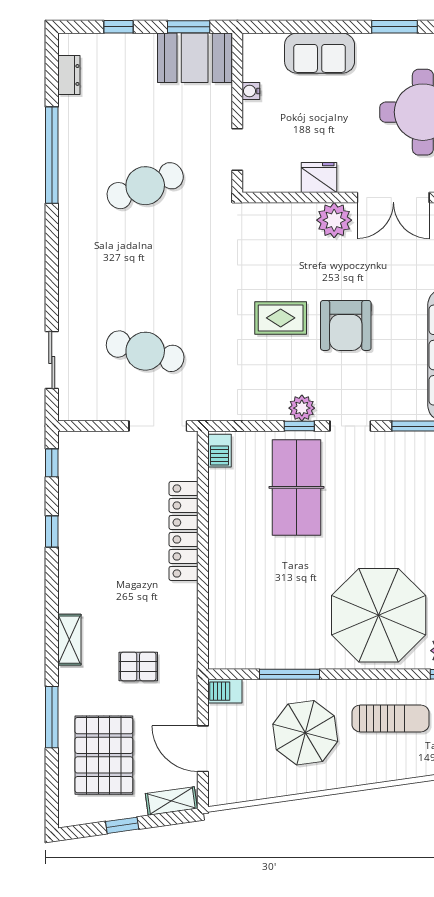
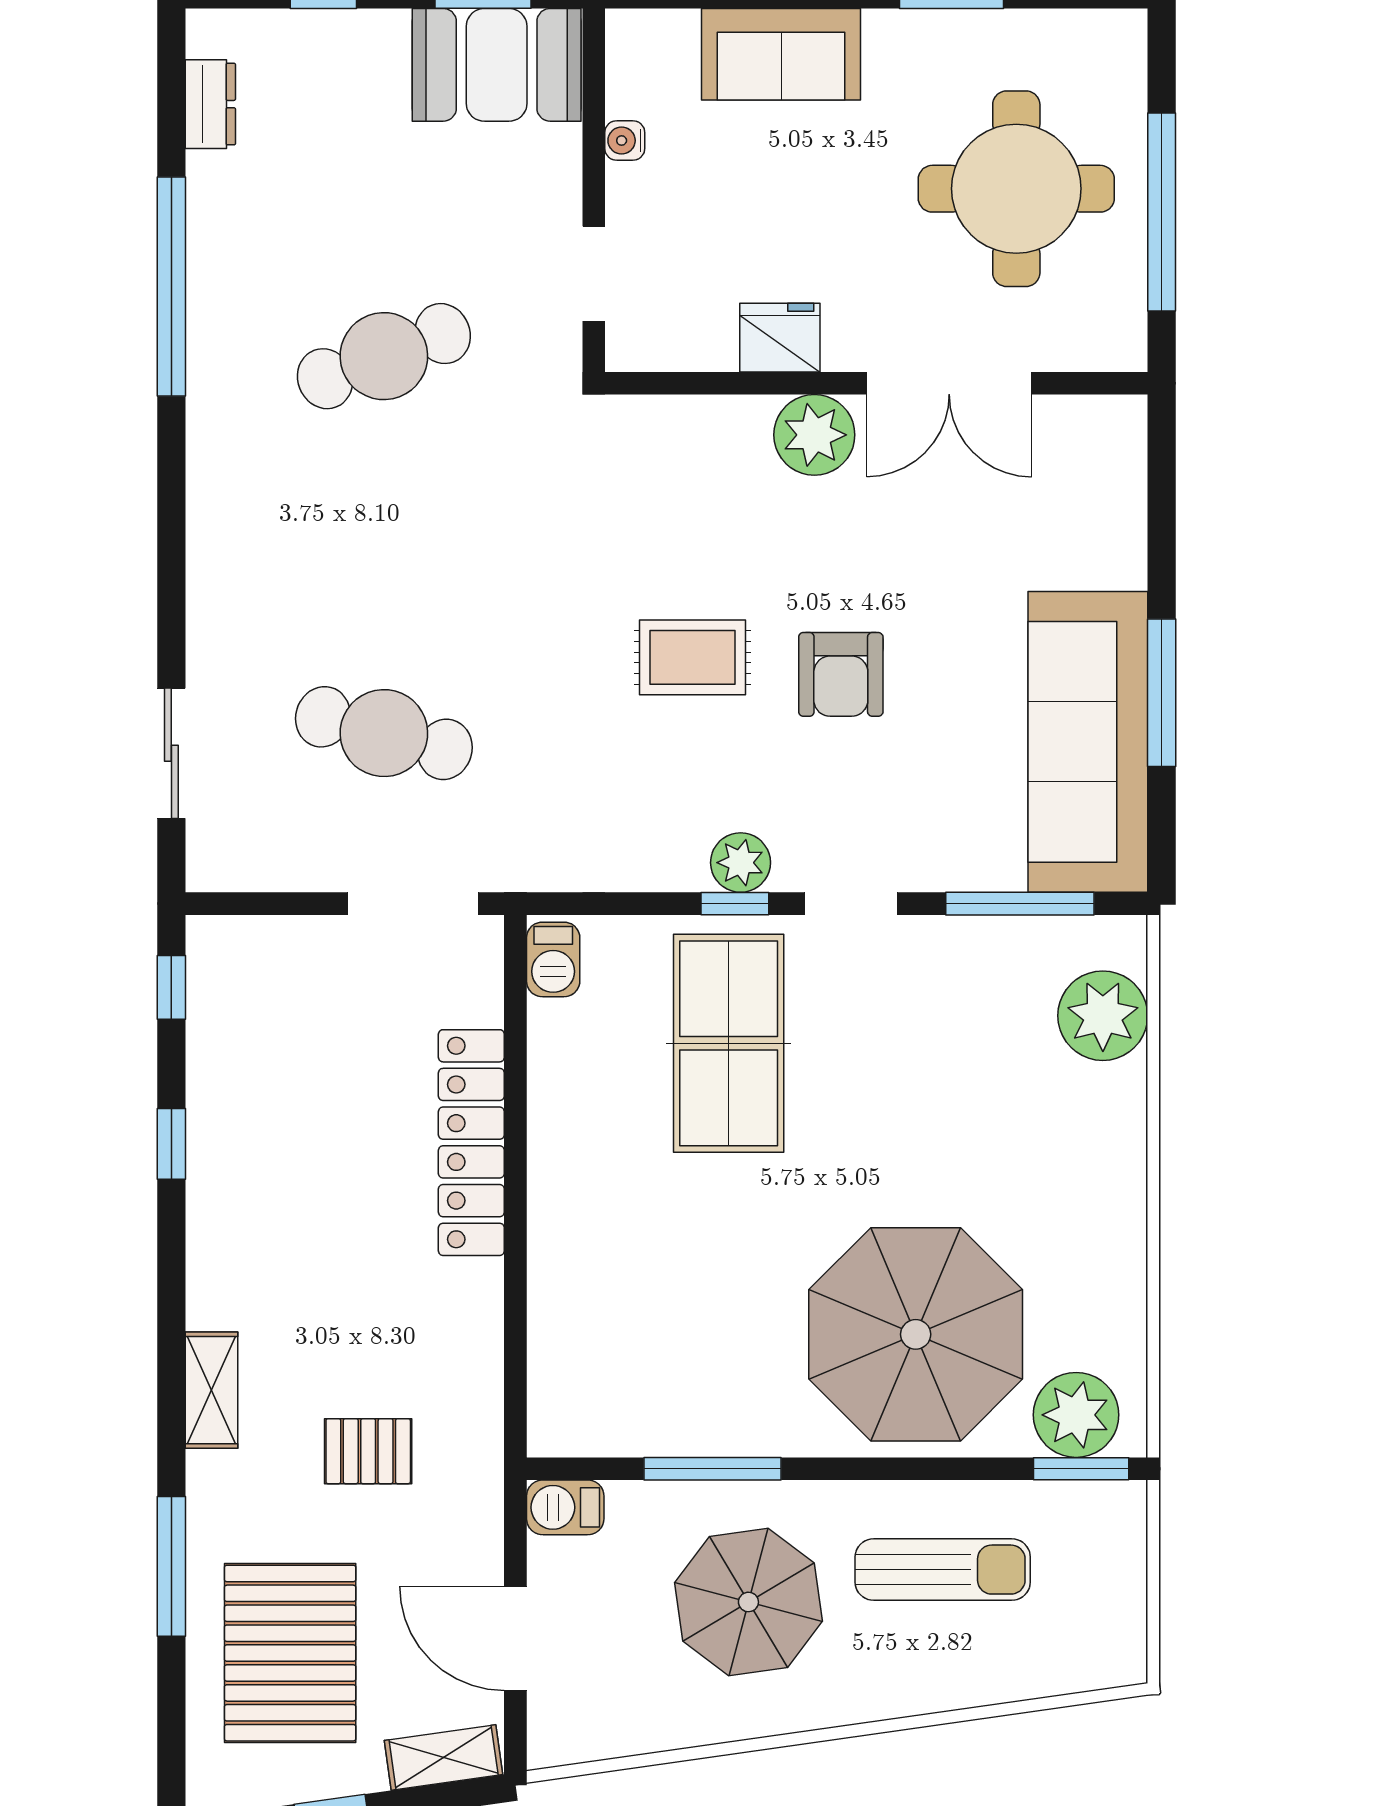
armchair: (346, 325) -> (841, 674), width x0.73, depth x0.73

